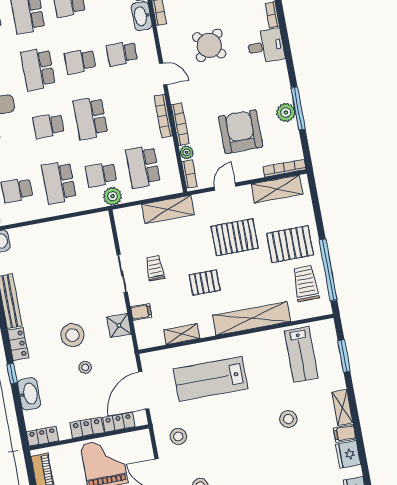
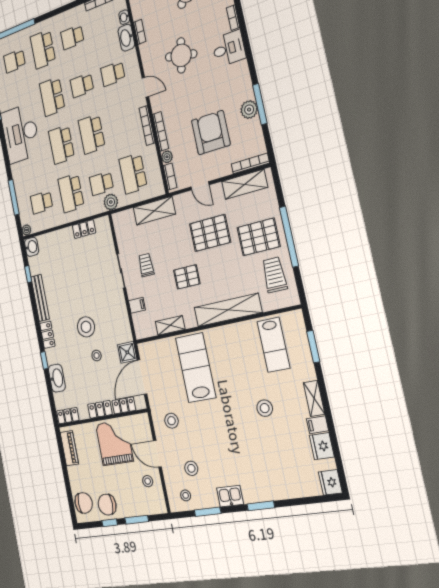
round table: (209, 45) -> (181, 55), turned -33
school desk: (48, 126) -> (61, 145), width x1.85
door: (225, 187) -> (200, 186), swing flipped
locker: (75, 224) -> (84, 229), added
window: (328, 270) -> (289, 237), moved
shower: (119, 326) -> (127, 352), moved
lab bench: (211, 379) -> (196, 368), turned 90

